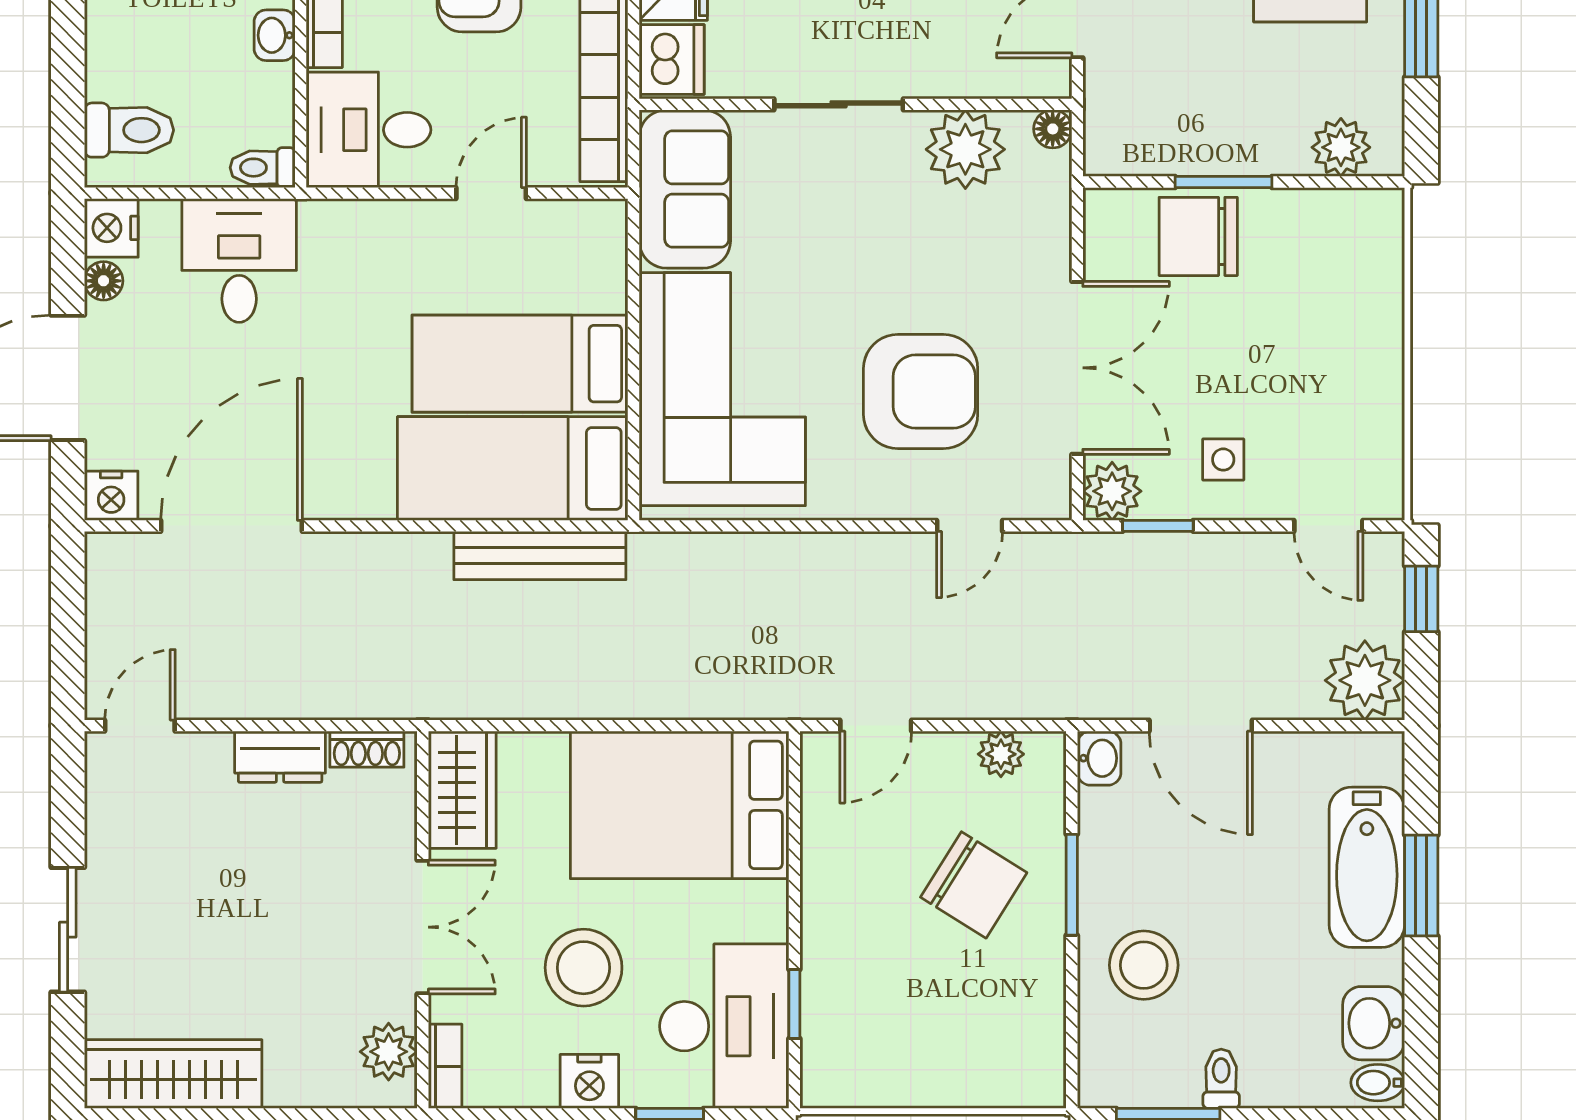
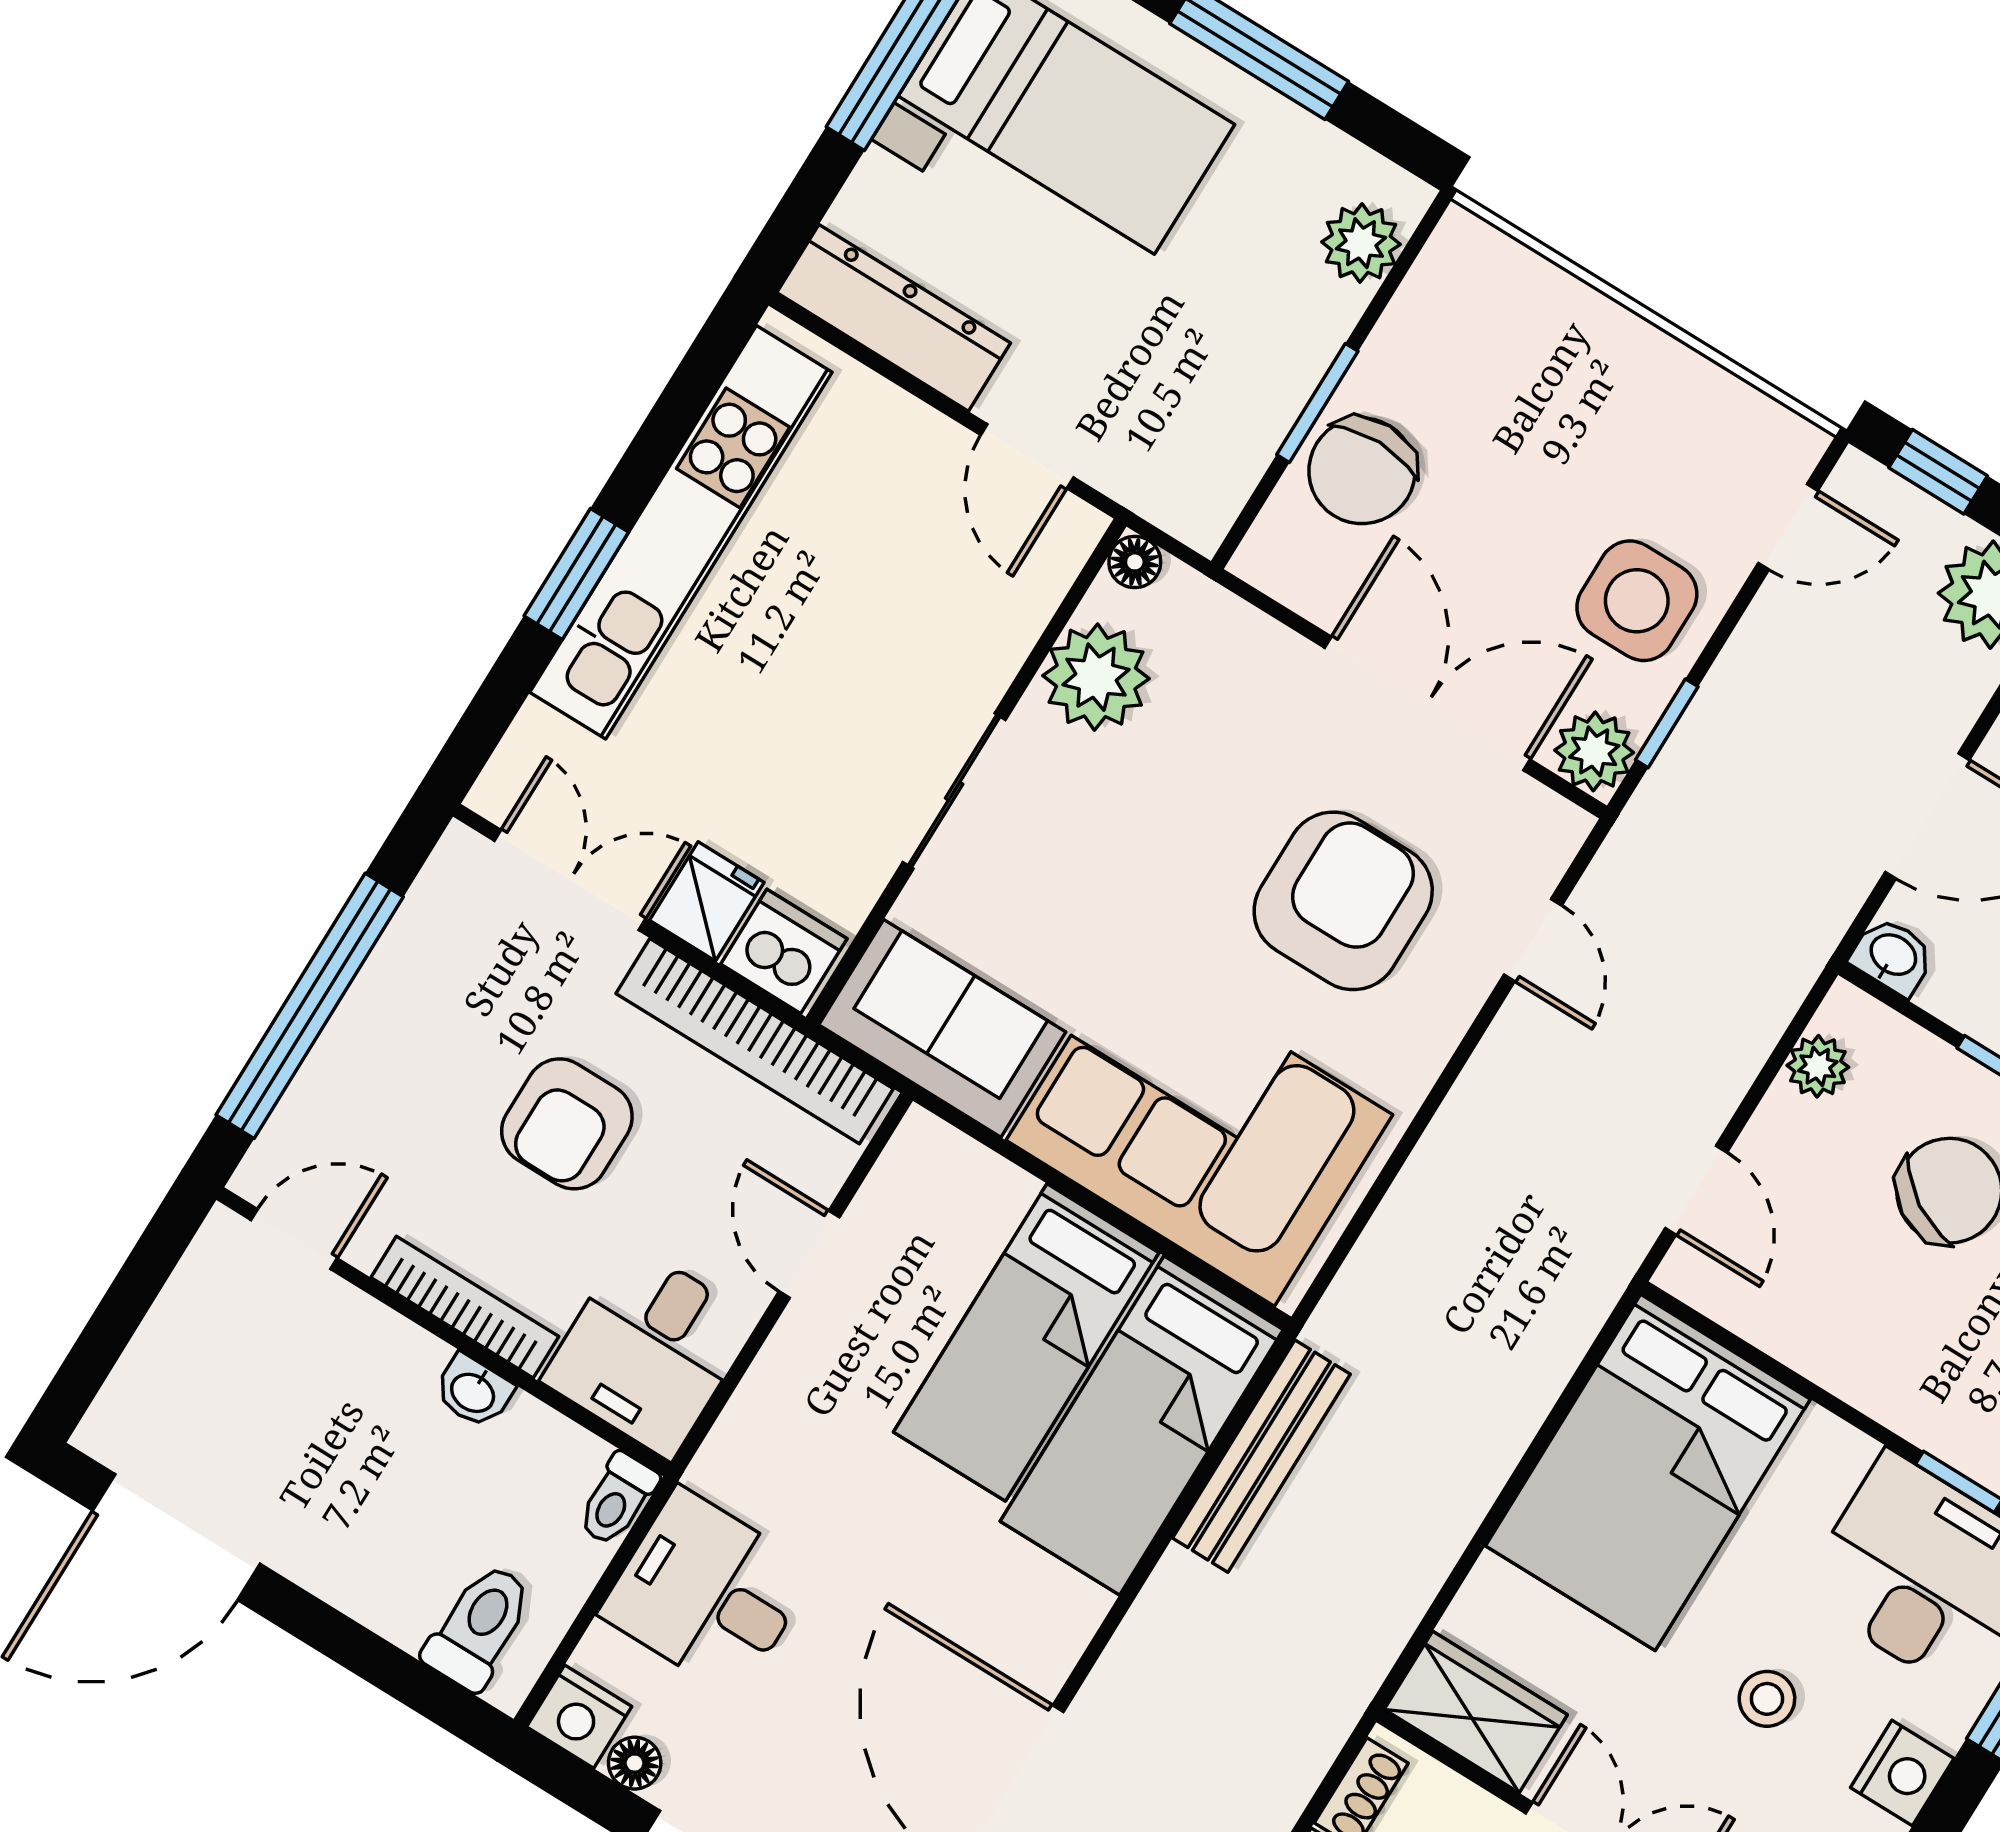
side table: (1223, 460) -> (1637, 601), width x1.87, depth x1.87
stool: (584, 968) -> (1767, 1699), width x0.53, depth x0.53

